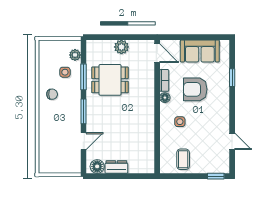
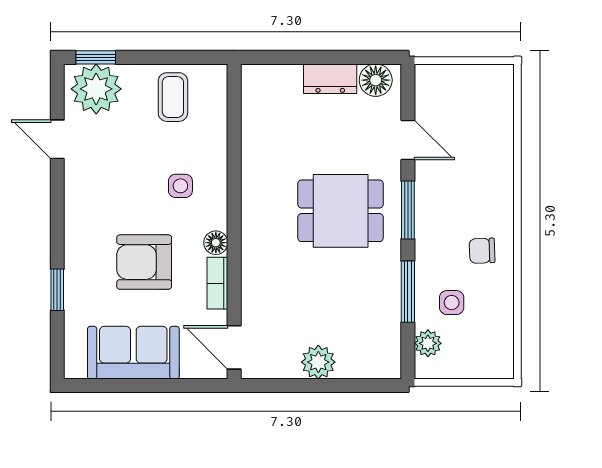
dining table: (110, 80) -> (341, 211), moved
armchair: (195, 89) -> (144, 262), turned 180
door: (83, 141) -> (408, 140), swing flipped
plant: (216, 163) -> (96, 89), added

